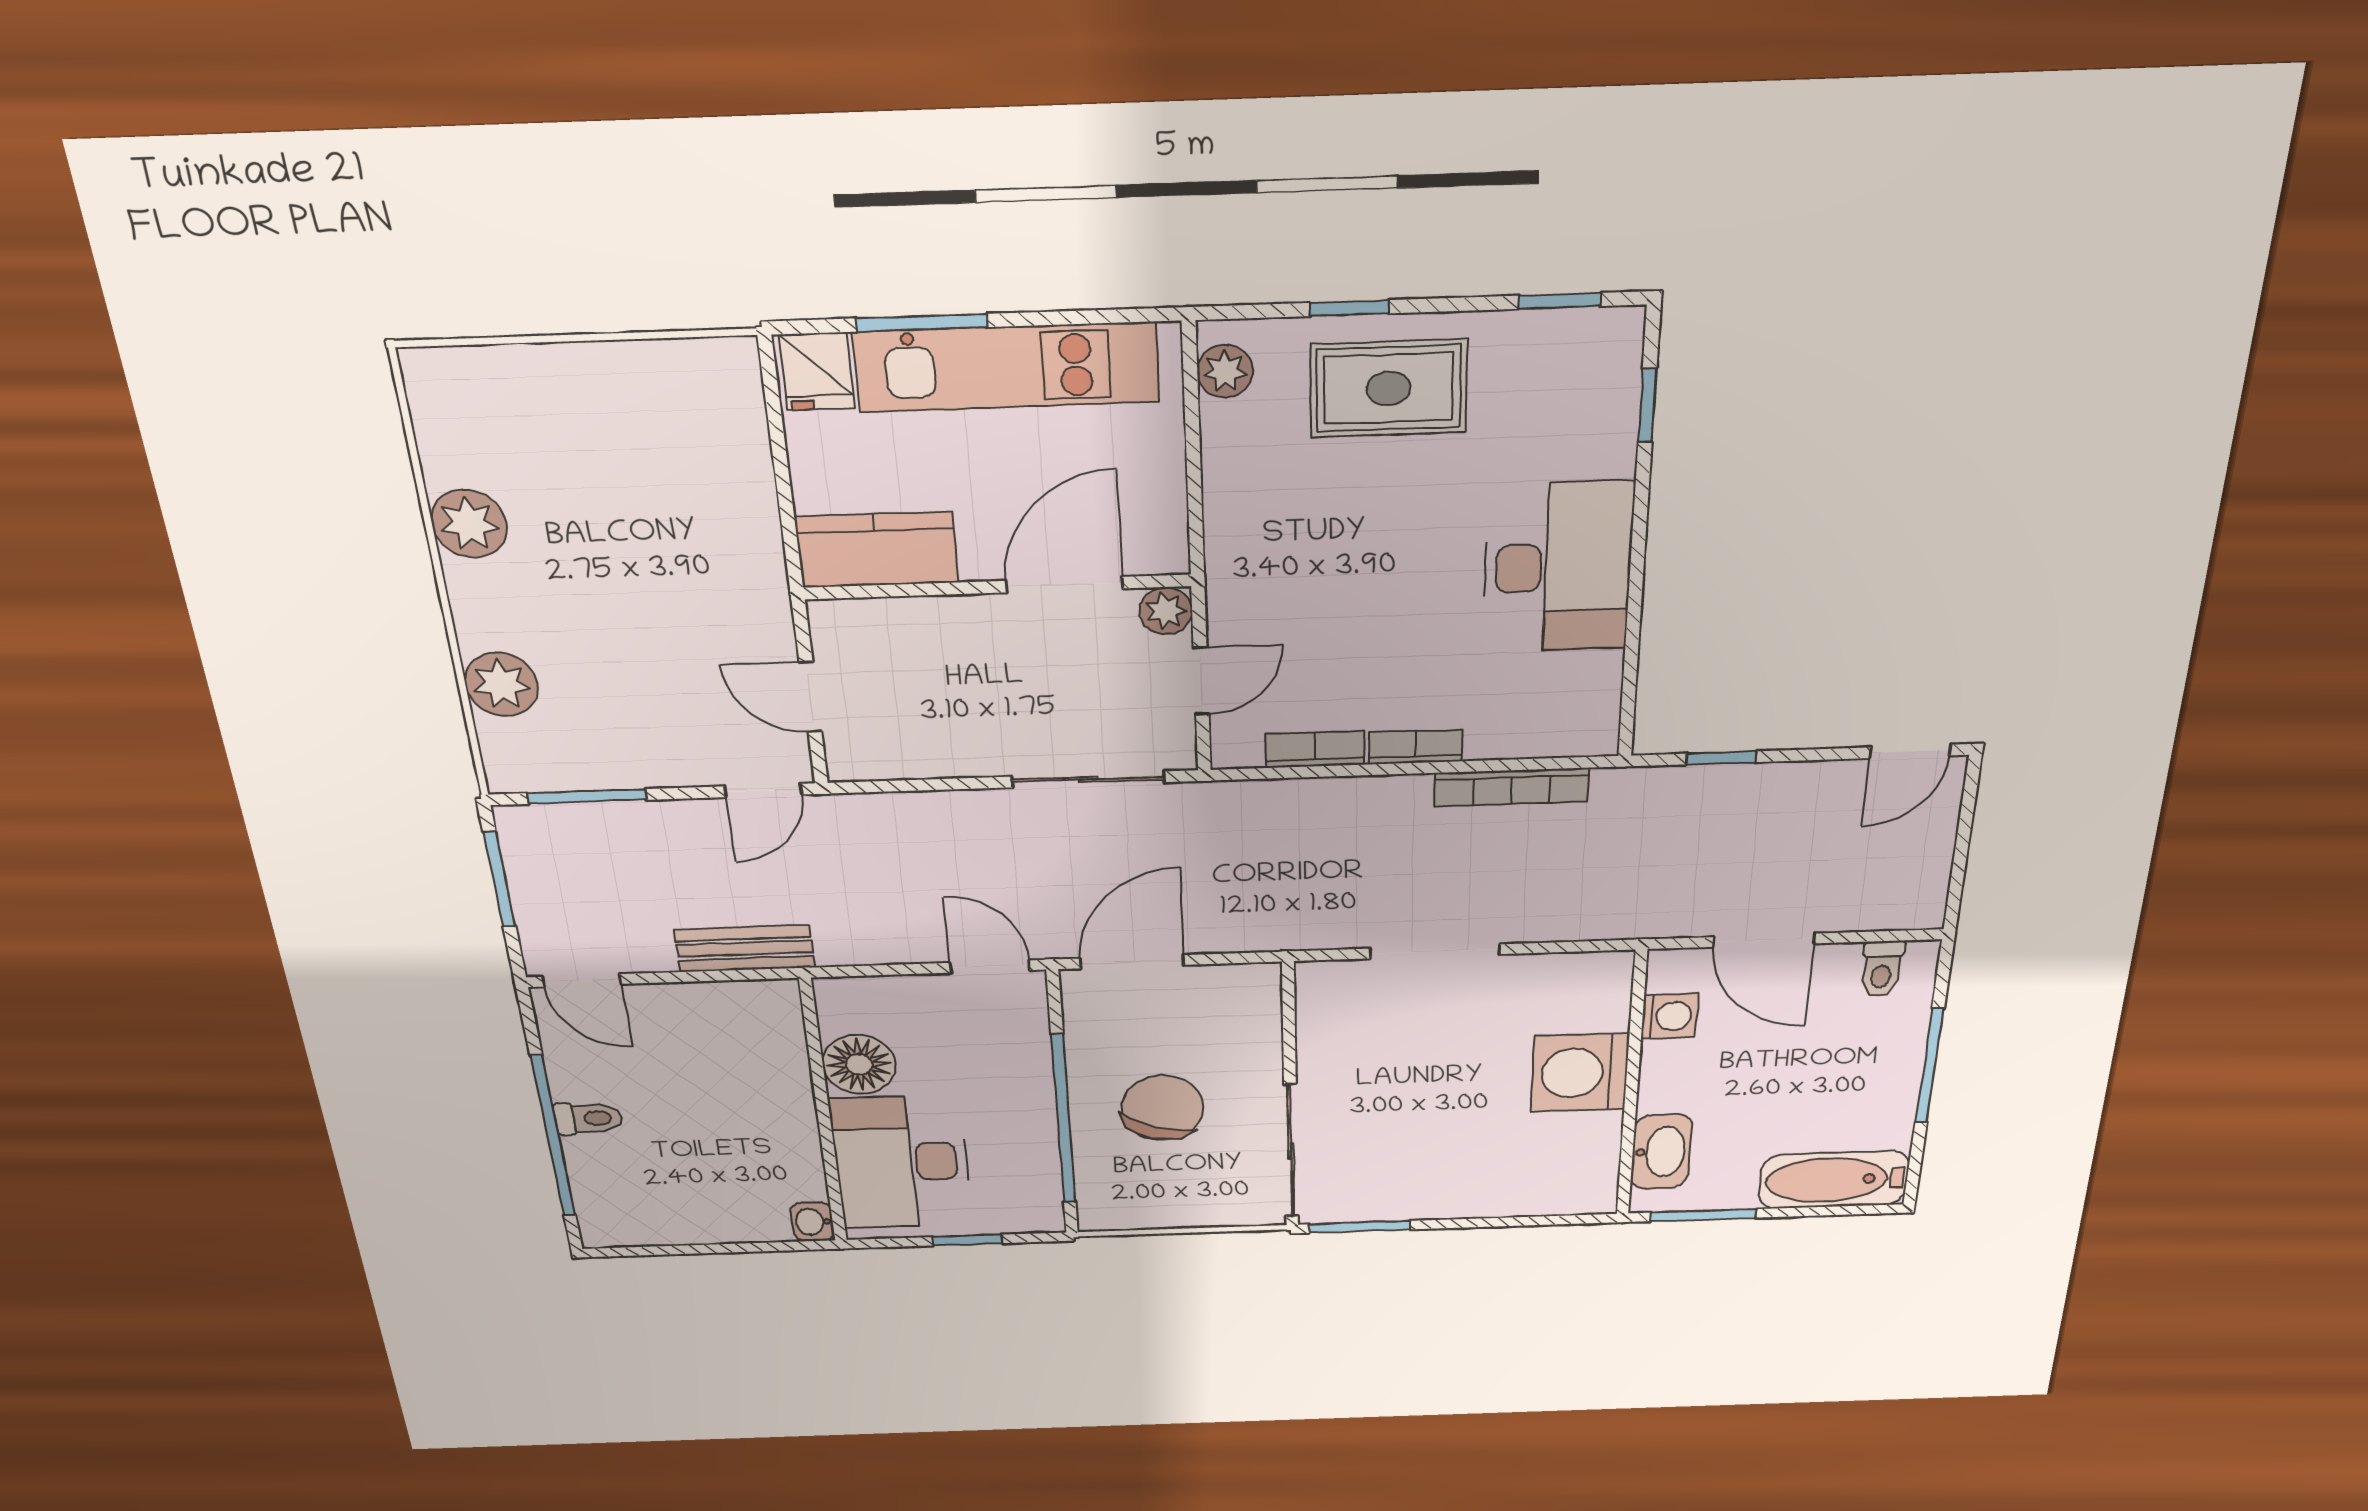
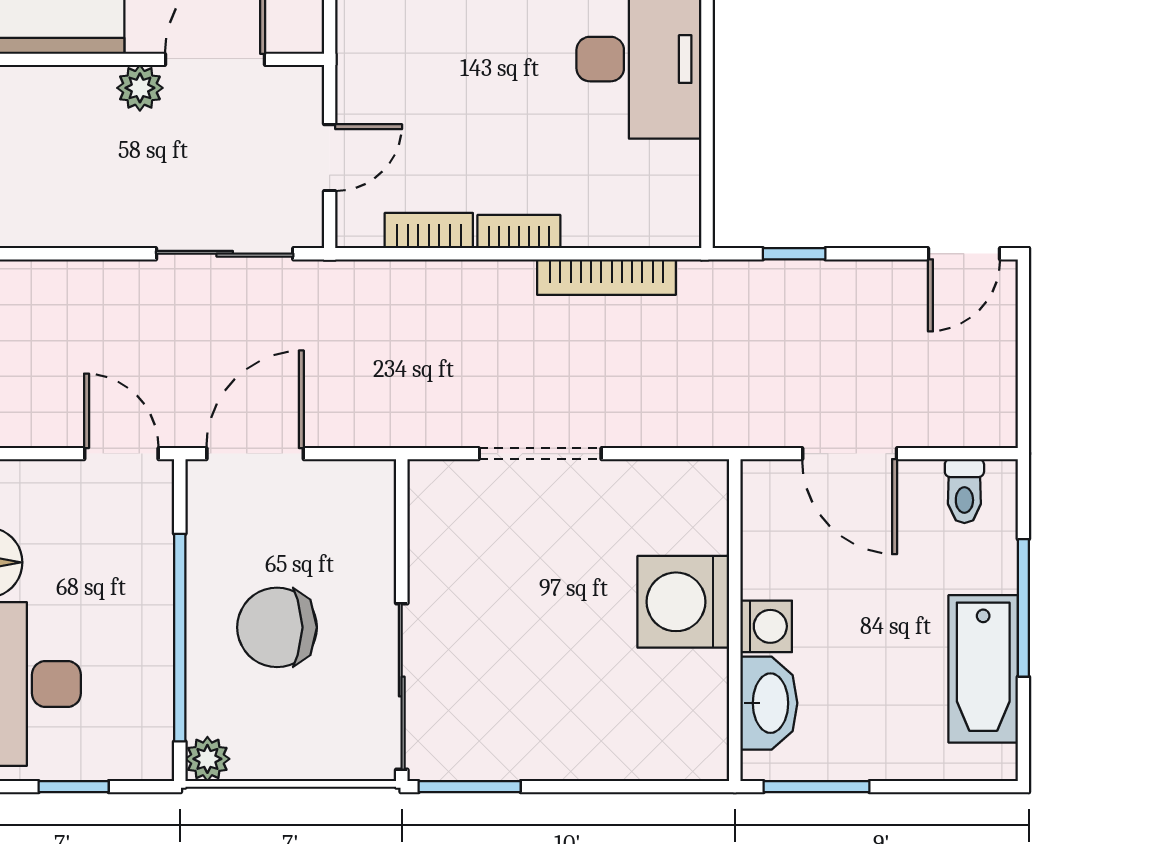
plant: (1166, 611) -> (140, 88), moved
washing machine: (1669, 1016) -> (766, 626), moved
chair: (1163, 1108) -> (277, 627), turned -108
bathtub: (1834, 1180) -> (983, 669), moved, turned -90
plant: (1098, 1214) -> (207, 759), added

